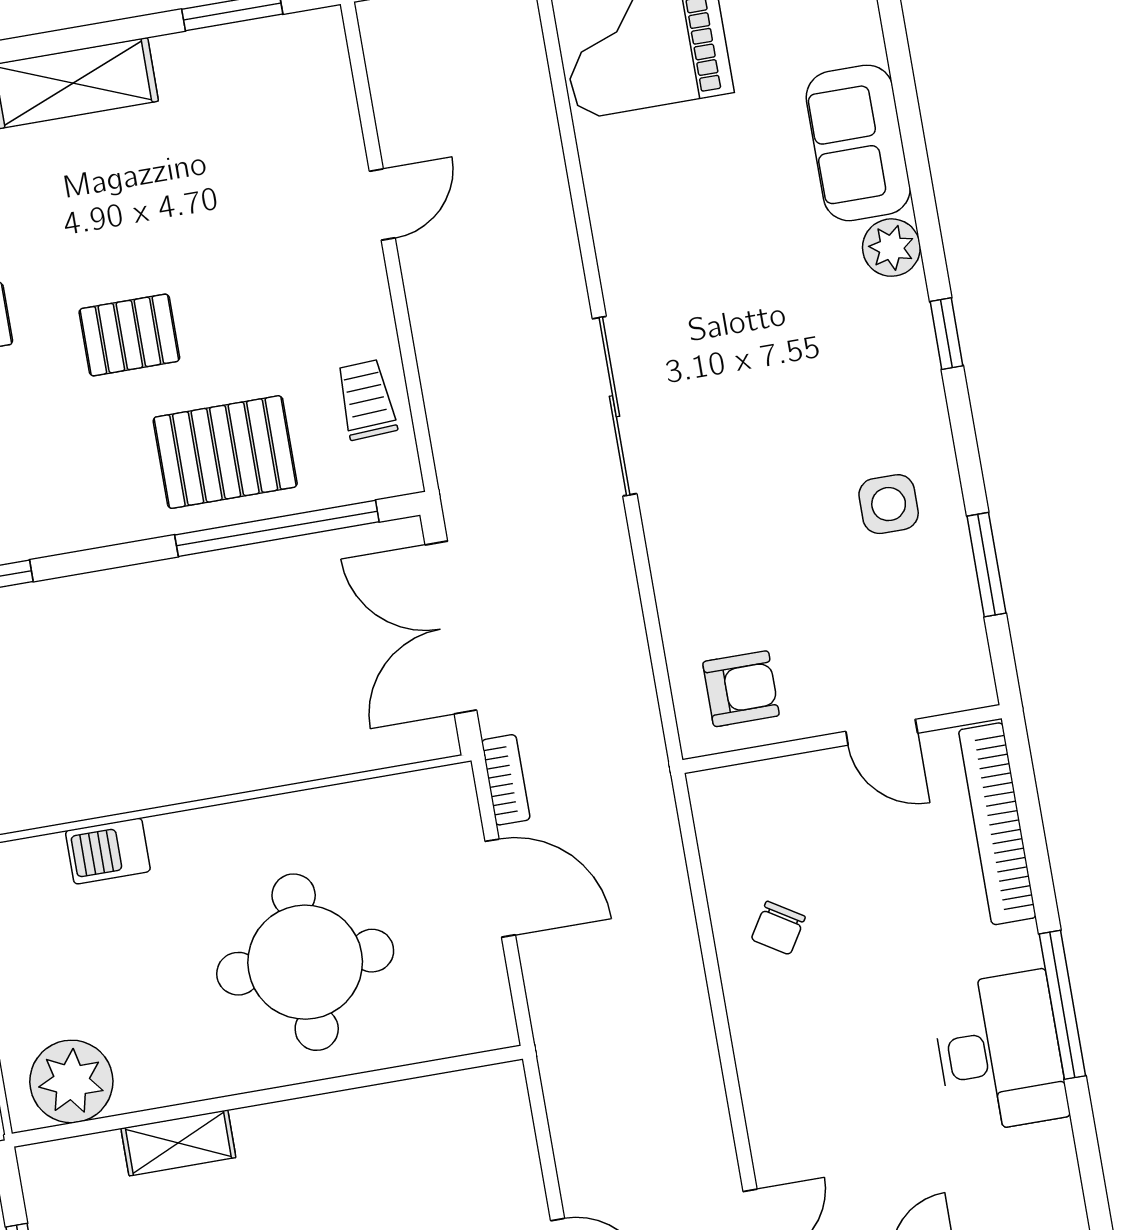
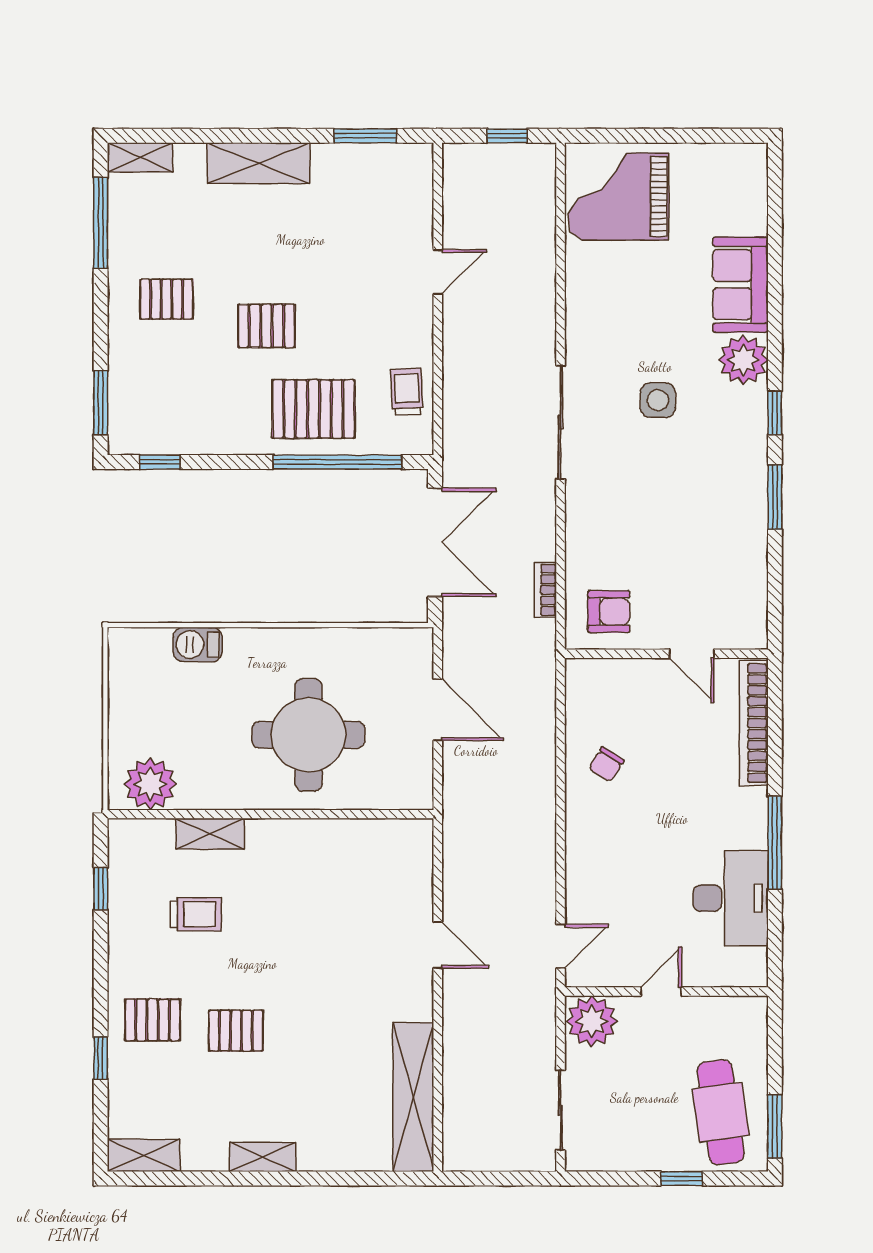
plant: (891, 248) -> (743, 360), width x1.36, depth x1.36
side table: (889, 504) -> (658, 400), moved
window: (986, 565) -> (775, 497), moved
double door: (451, 628) -> (435, 542), swing flipped
bookcase: (506, 780) -> (545, 590), moved, turned 180
desk: (1000, 1052) -> (731, 898), moved

